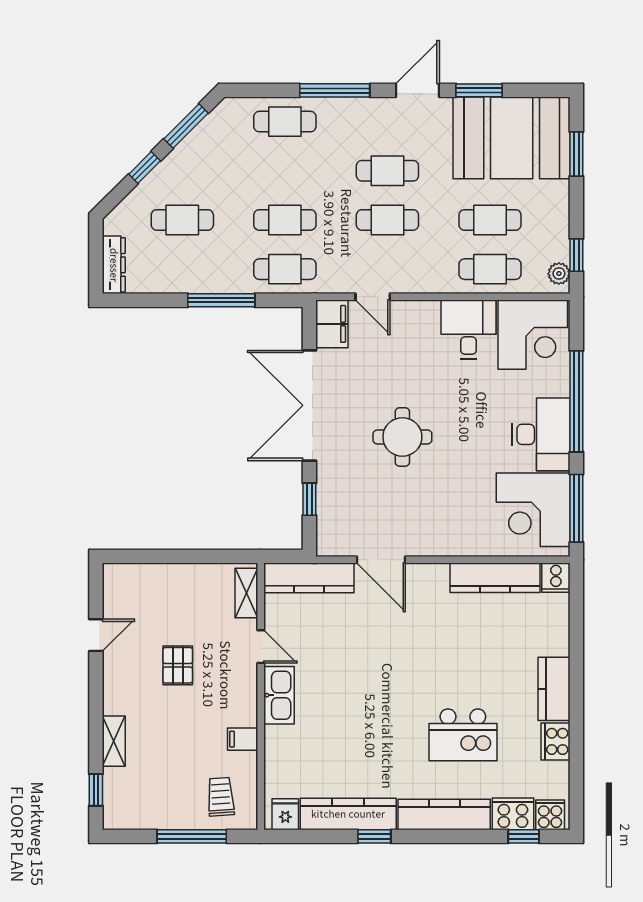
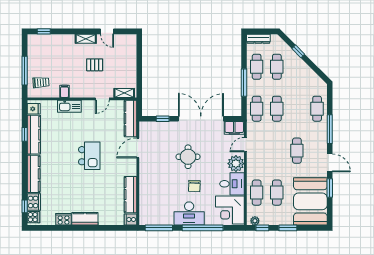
window: (186, 126) -> (315, 68), removed
window: (576, 154) -> (288, 228), moved
cafe table: (387, 220) -> (257, 67), moved
plant: (419, 320) -> (236, 164), added
chair: (474, 422) -> (194, 186), added
corner desk: (533, 510) -> (158, 210), removed
kitchen sink: (279, 695) -> (69, 106), moved
kitchen island: (463, 735) -> (89, 156), moved, turned 180
shelving: (114, 741) -> (86, 39), moved
window: (374, 836) -> (25, 134), moved

